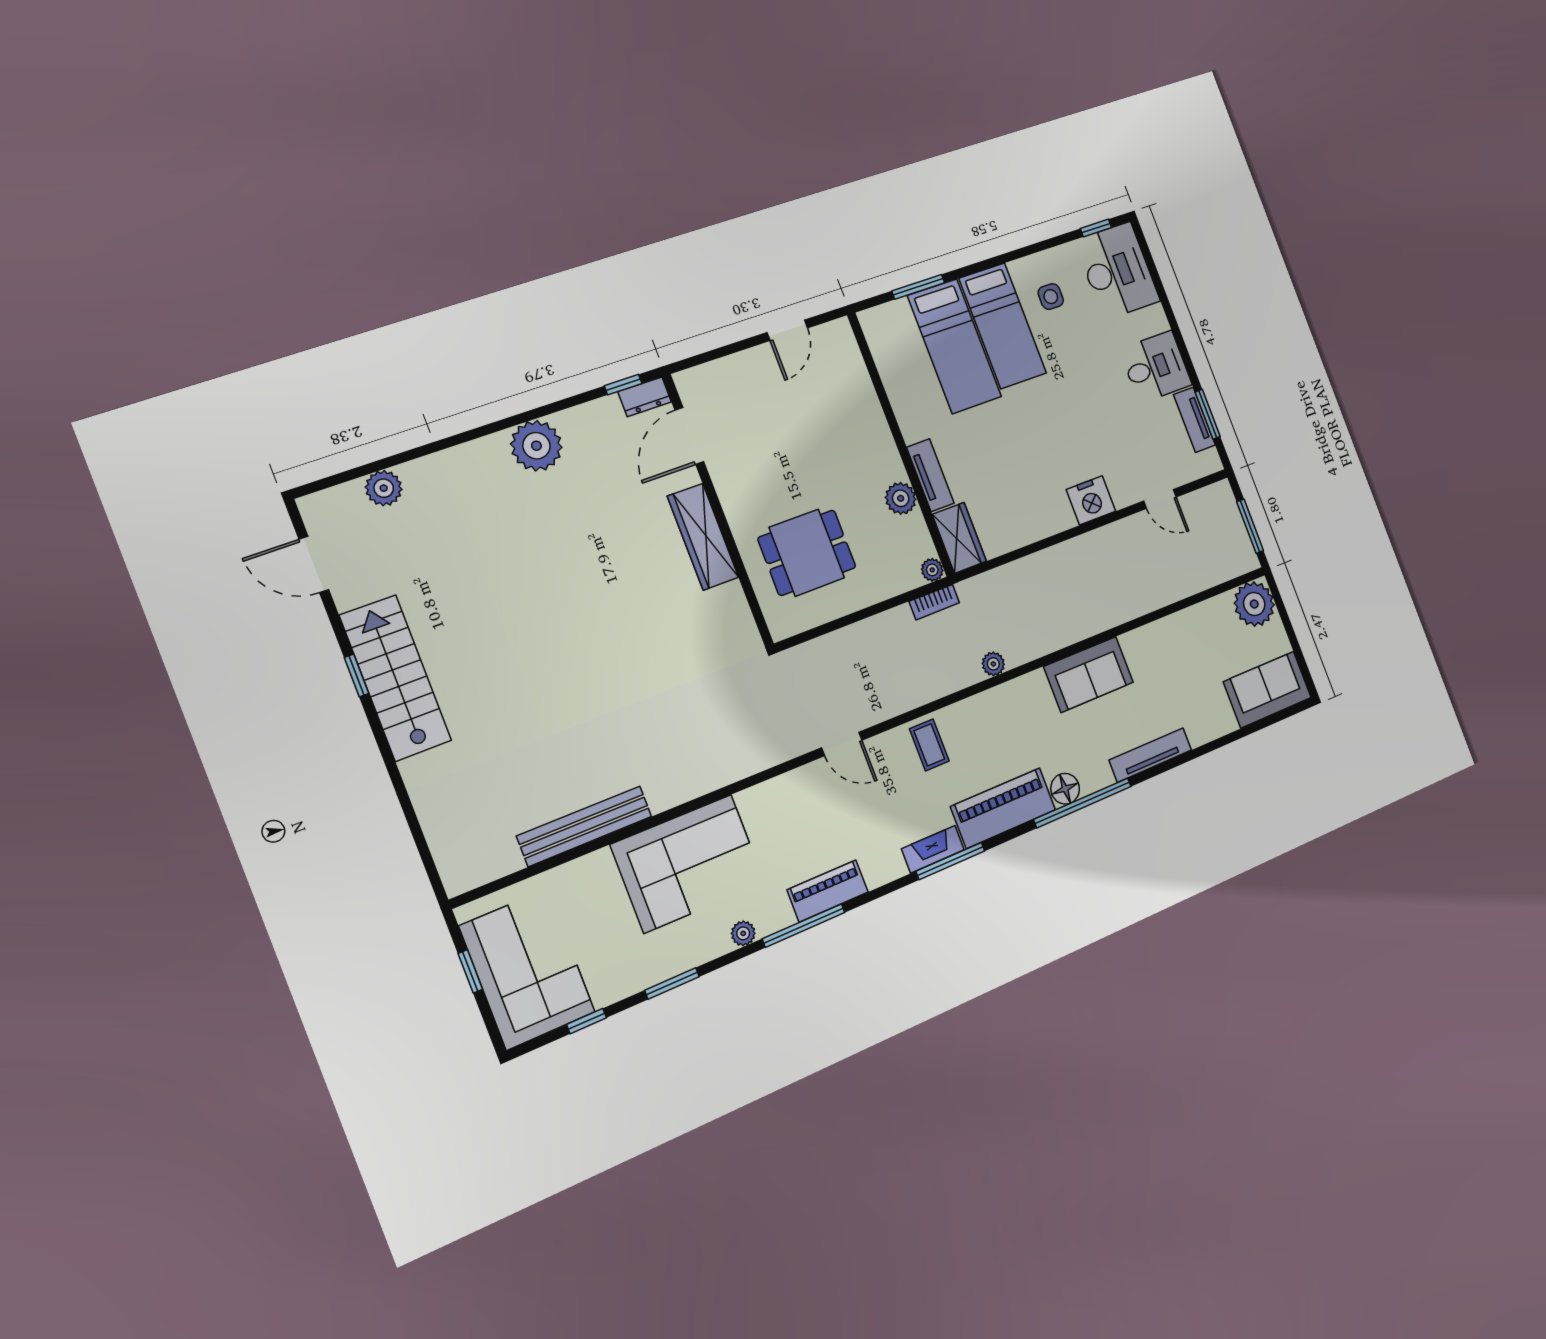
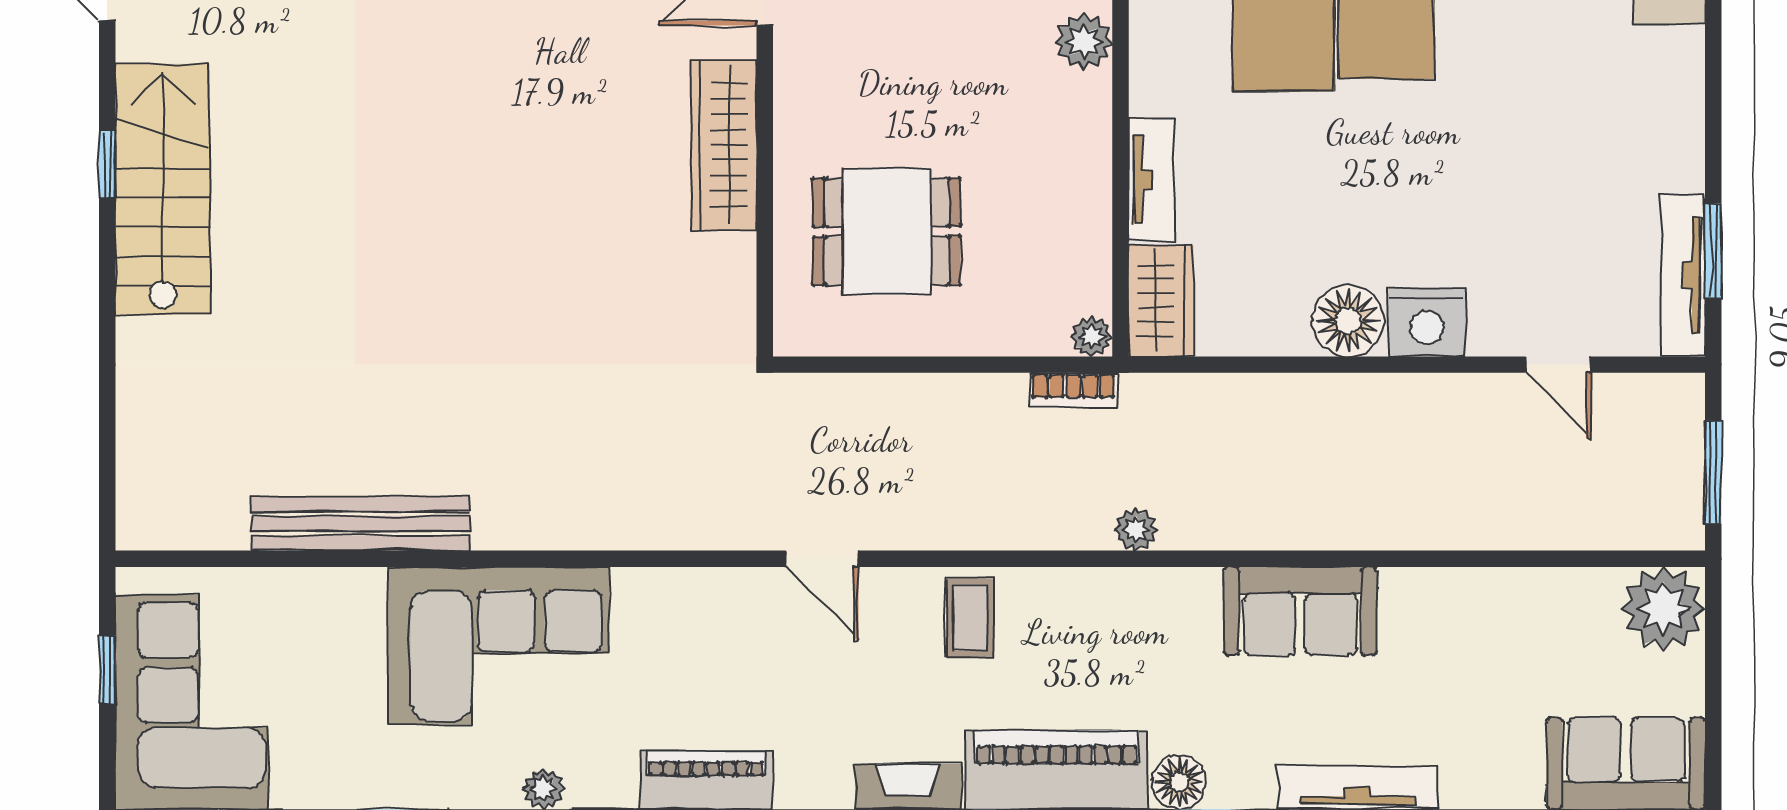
desk: (1156, 367) -> (1647, 135), removed
tv unit: (1194, 420) -> (1683, 275), width x1.41
plant: (901, 498) -> (1084, 42), moved
floor lamp: (1054, 514) -> (1348, 321), added

